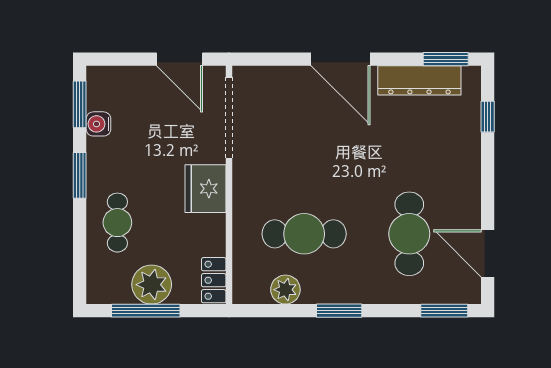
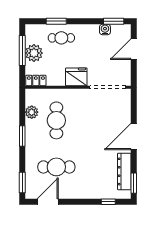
door: (179, 59) -> (134, 49), moved
window: (80, 175) -> (56, 21), moved

